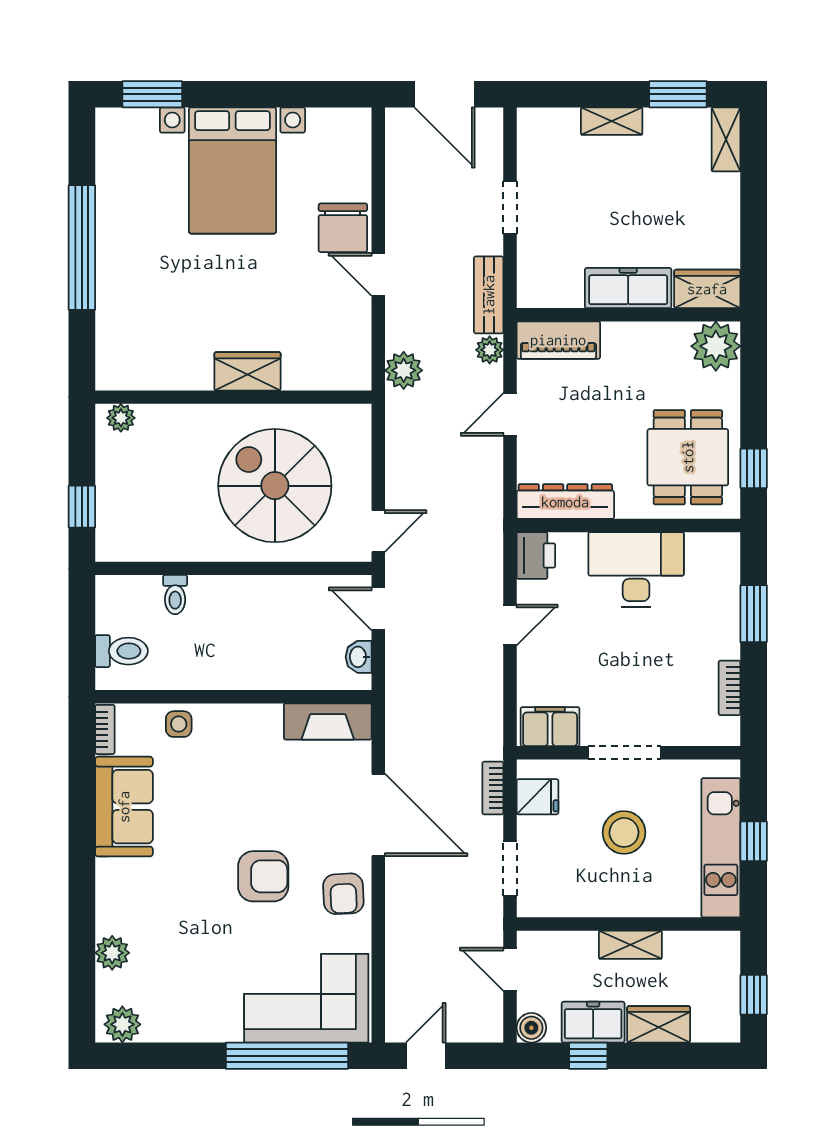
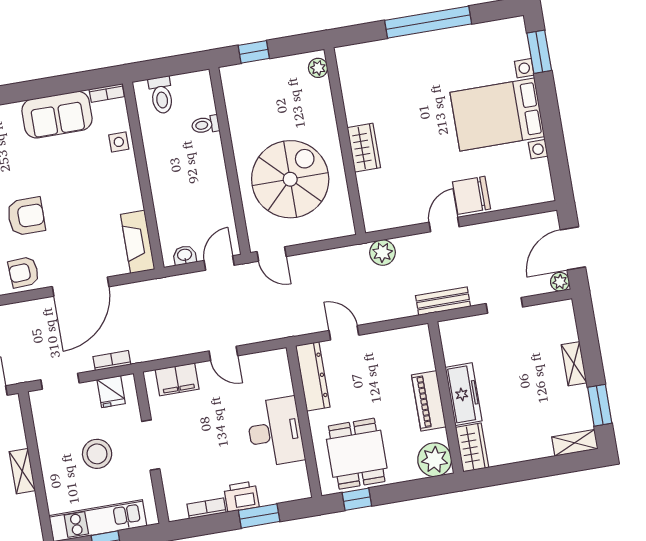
piano: (558, 340) -> (429, 401), moved
plant: (490, 350) -> (560, 282), moved
door: (510, 415) -> (344, 333), moved
dining table: (688, 457) -> (357, 454), turned 90
printer: (536, 556) -> (241, 496), moved, turned 180
filing cabinet: (550, 727) -> (177, 379), moved, turned 90
armchair: (263, 876) -> (26, 216), turned -90

